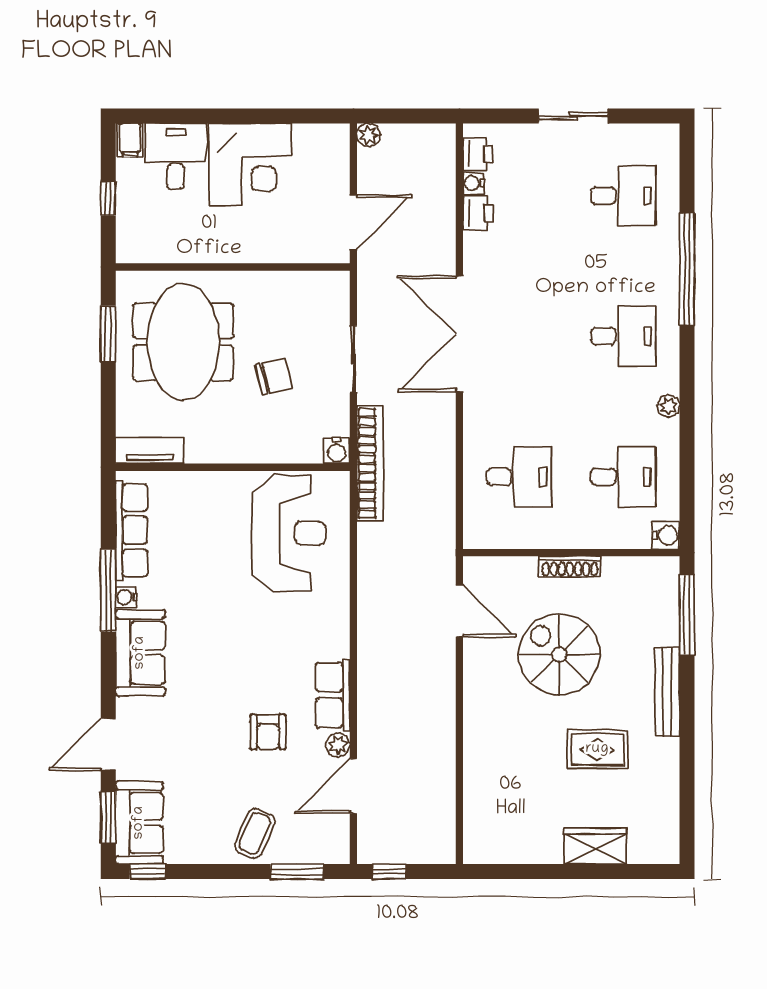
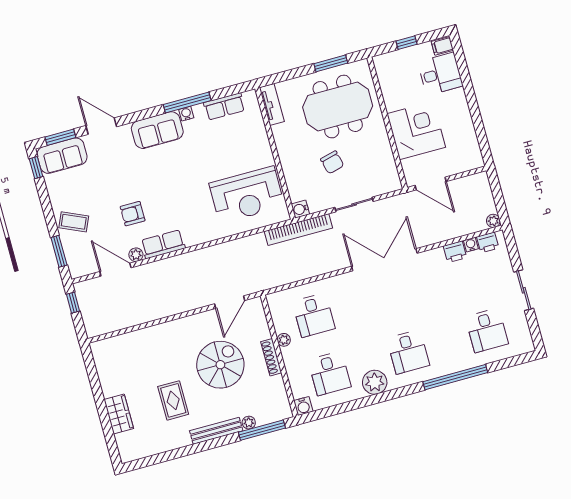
plant: (369, 135) -> (493, 221), moved
corner desk: (250, 165) -> (416, 130), moved, turned 180
plant: (669, 406) -> (375, 382), width x1.87, depth x1.87
row of seats: (131, 530) -> (224, 106), width x0.68
plant: (547, 538) -> (284, 340), added
plant: (668, 634) -> (249, 423), added

